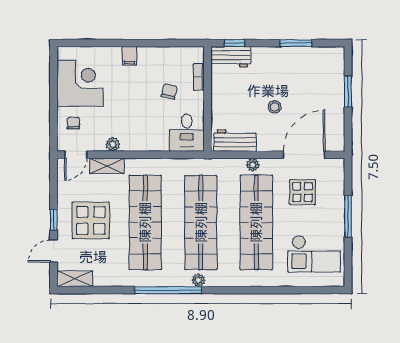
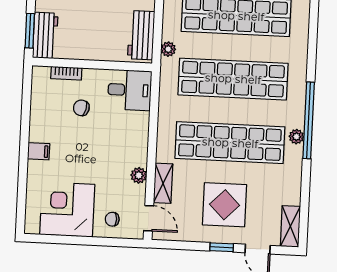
window: (234, 43) -> (30, 31), width x1.50
plant: (253, 165) -> (168, 49), moved
plant: (199, 280) -> (296, 137), moved

